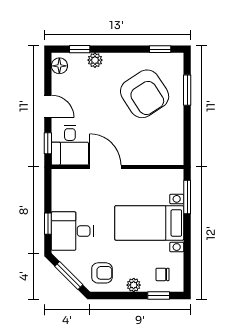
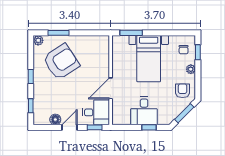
window: (160, 49) -> (31, 76), moved
plant: (95, 60) -> (38, 40), moved
floor lamp: (59, 66) -> (55, 120), moved
desk: (72, 231) -> (144, 111), moved

